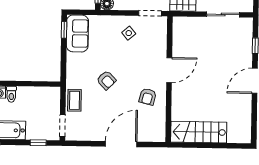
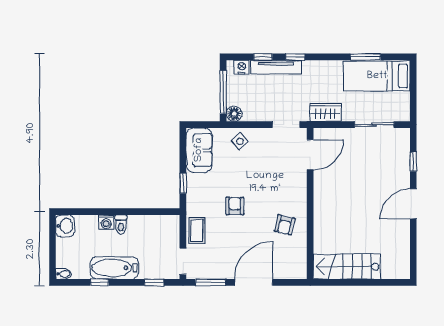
window: (64, 30) -> (183, 183), moved
side table: (129, 33) -> (240, 141), moved
door: (169, 70) -> (310, 155), moved
armchair: (106, 80) -> (235, 206), turned -135
window: (85, 144) -> (211, 282), added

